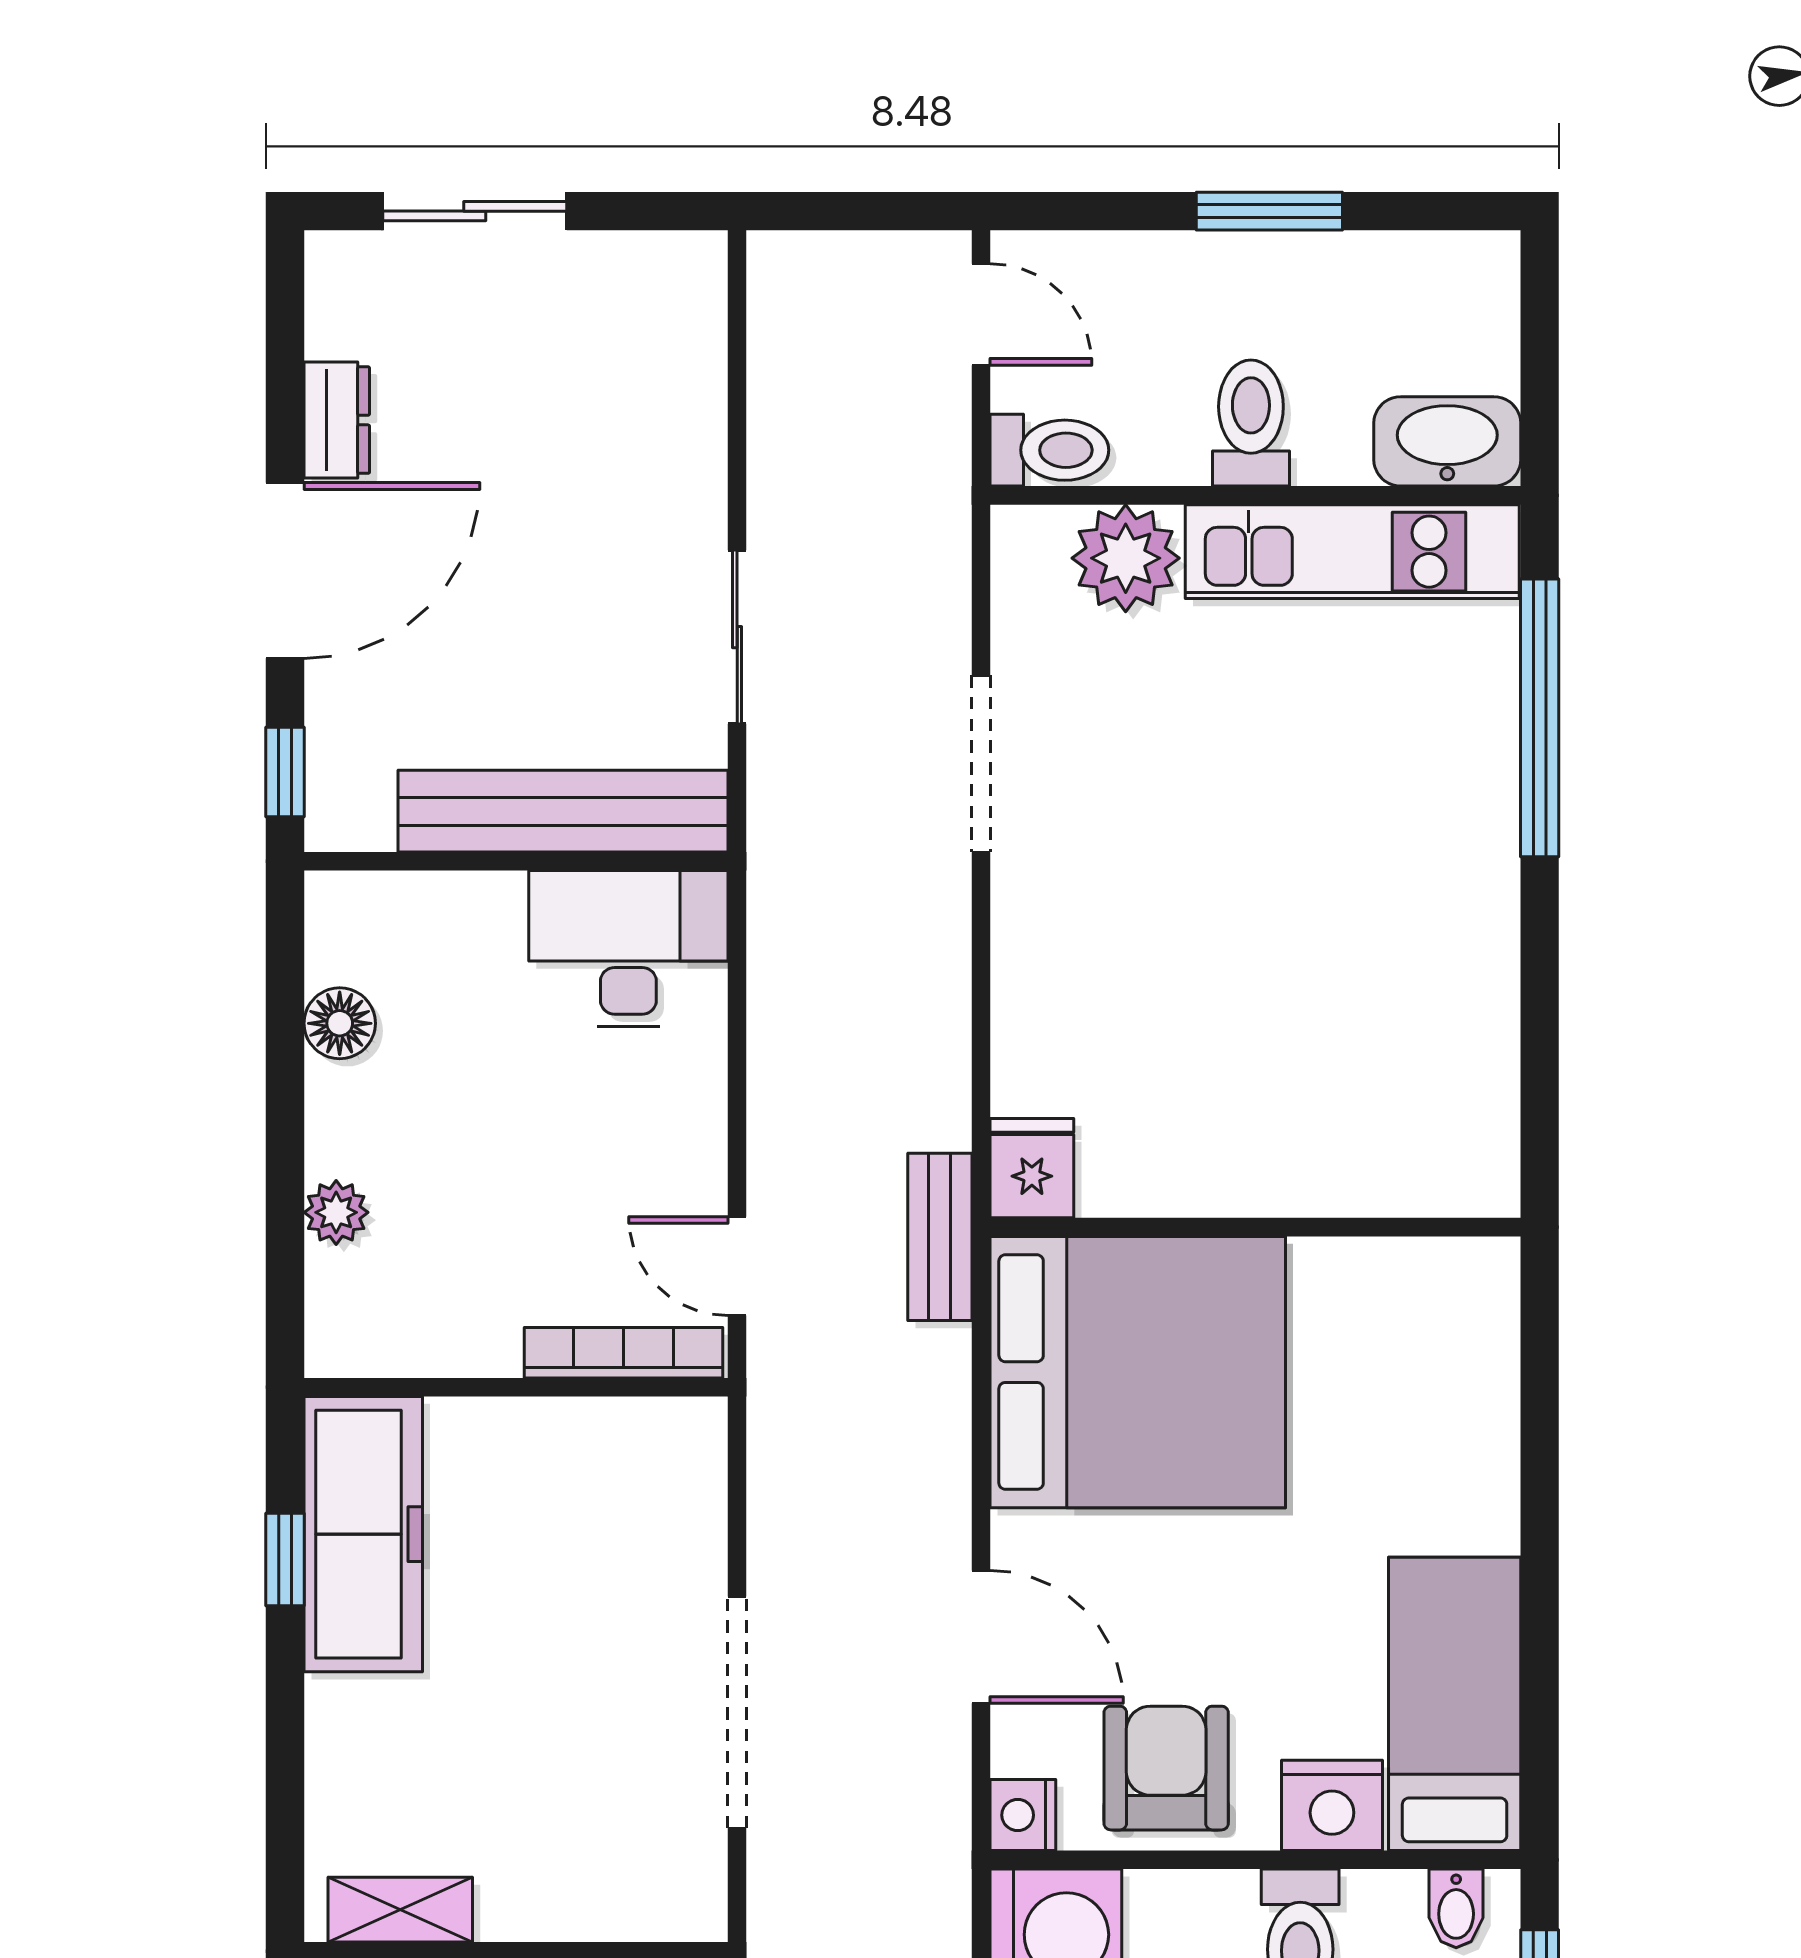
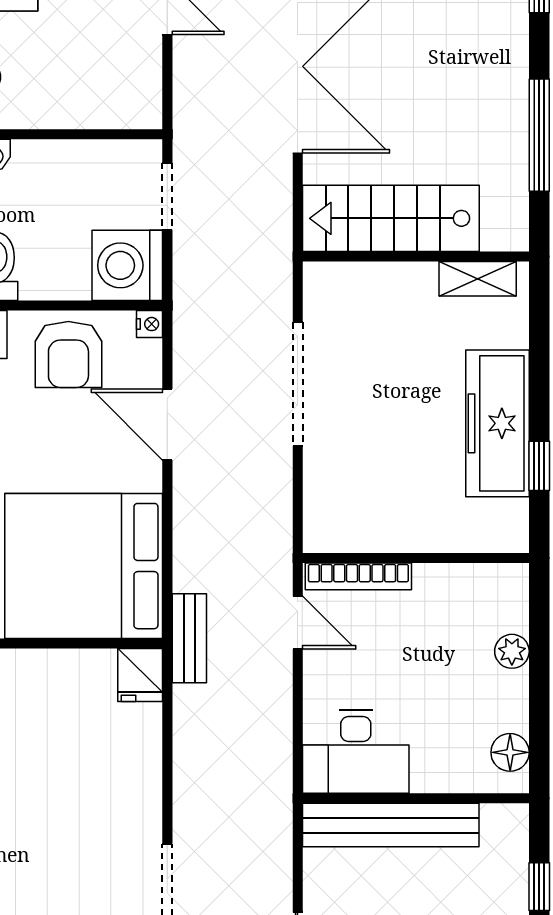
bench: (563, 811) -> (391, 825), moved
wall: (516, 861) -> (416, 798), moved
desk: (628, 949) -> (356, 752), moved
freezer: (363, 1534) -> (497, 423), moved
nightstand: (1023, 1815) -> (150, 324), width x0.72, depth x0.74

